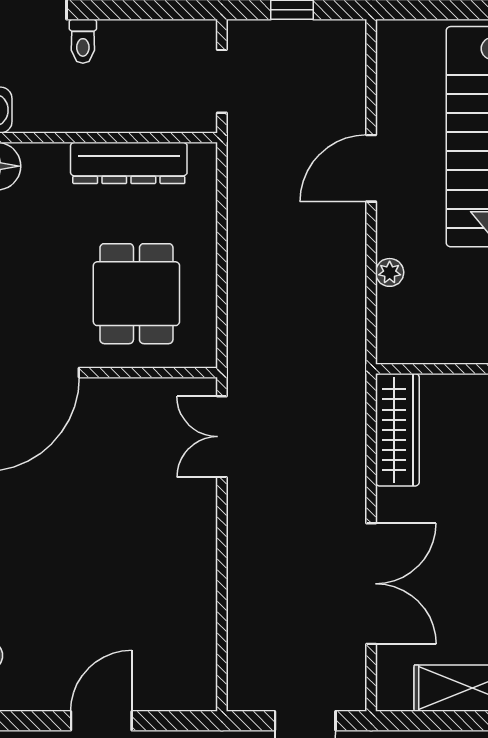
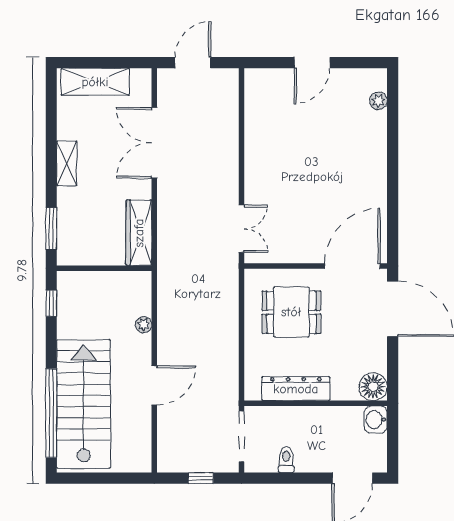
toilet: (83, 41) -> (286, 460), moved
doorway: (222, 81) -> (241, 436), width x1.38
dining table: (136, 294) -> (291, 312), turned 90

